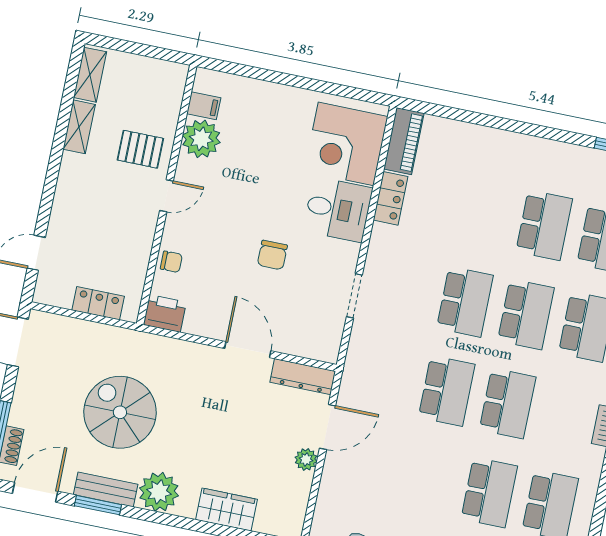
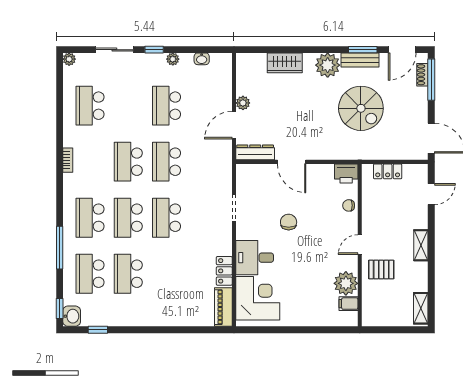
shelving: (79, 127) -> (421, 245), moved
school desk: (489, 492) -> (167, 106), moved

